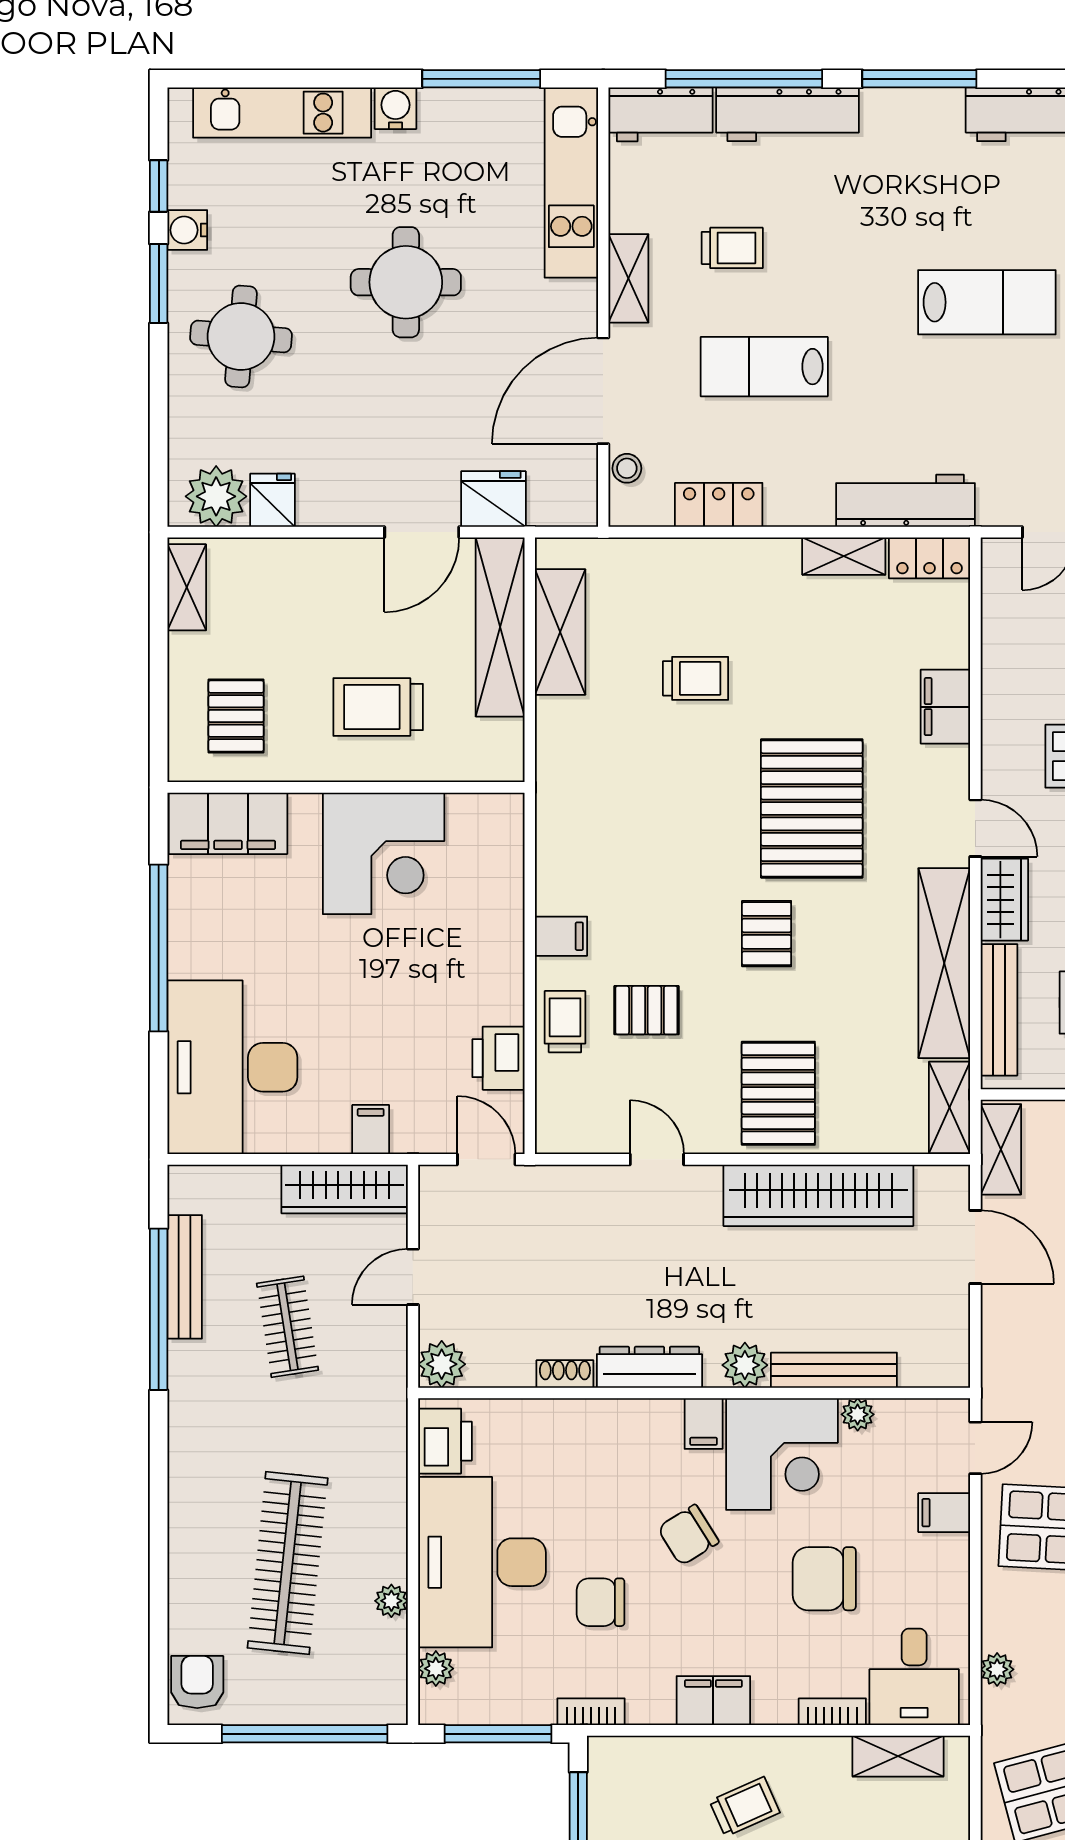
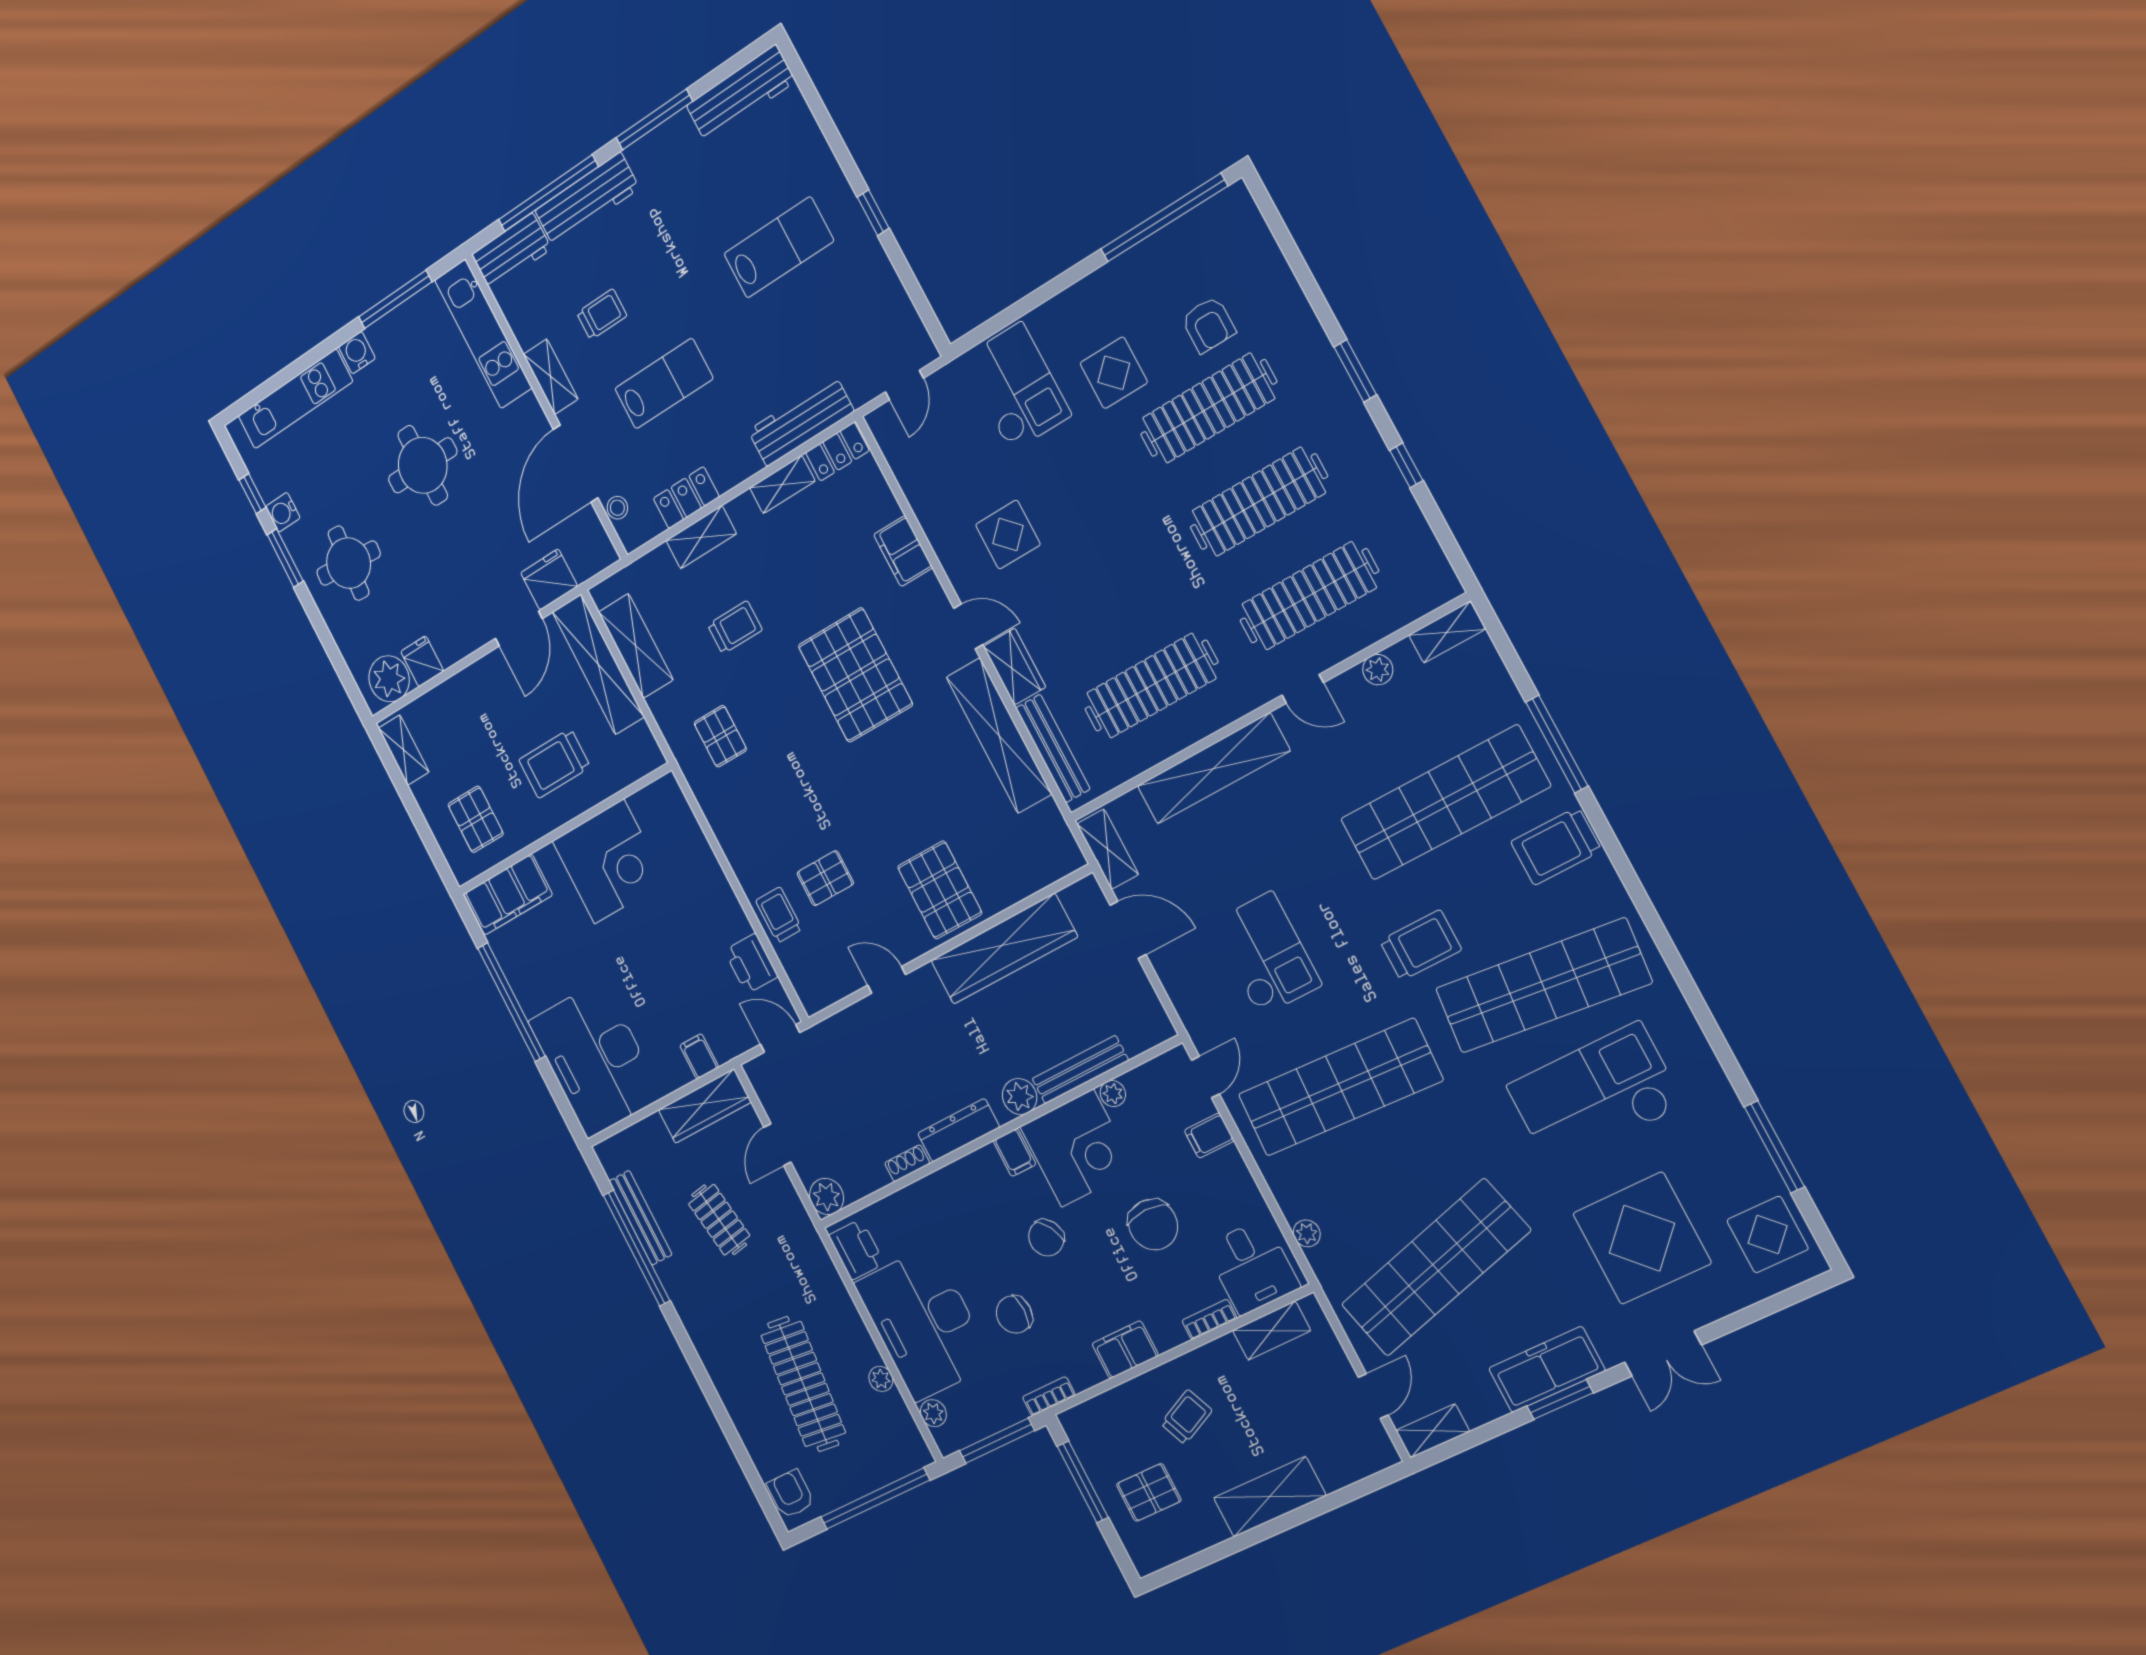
lab bench: (764, 367) -> (664, 384), turned 180
pallet: (767, 934) -> (720, 736), moved
filing cabinet: (561, 936) -> (746, 857), removed
shelving: (949, 1108) -> (701, 537), moved, turned 90
chair: (824, 1579) -> (1153, 1225), turned -90

